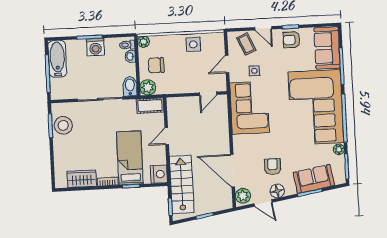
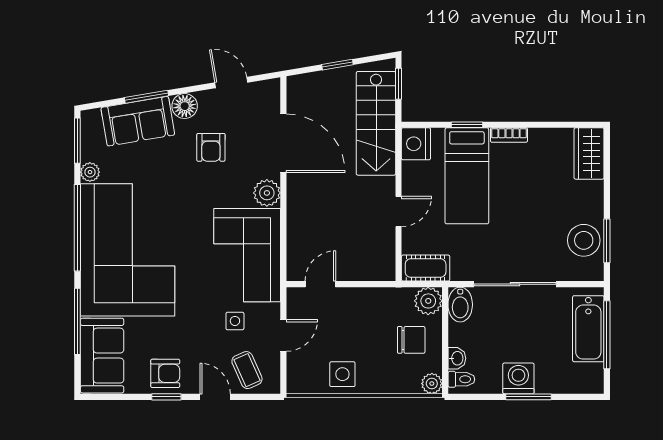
bathtub: (57, 59) -> (588, 329), moved
wardrobe: (82, 179) -> (589, 153), moved, turned 90
floor lamp: (277, 191) -> (185, 106), moved
plant: (243, 196) -> (267, 193), moved

